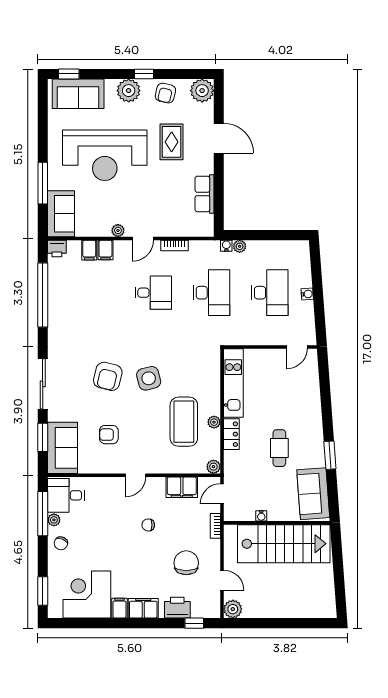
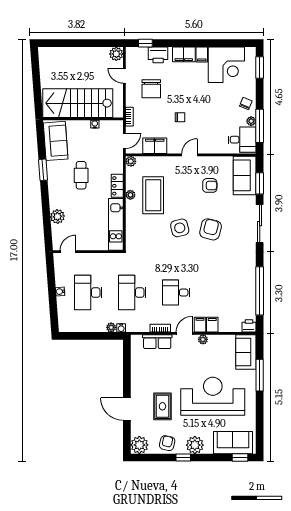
row of seats: (204, 194) -> (157, 342), moved, turned 90
filing cabinet: (89, 250) -> (200, 325), moved
plant: (311, 393) -> (57, 216), added

